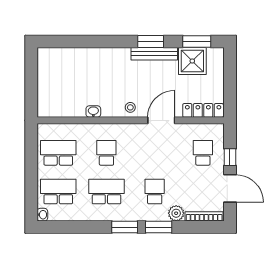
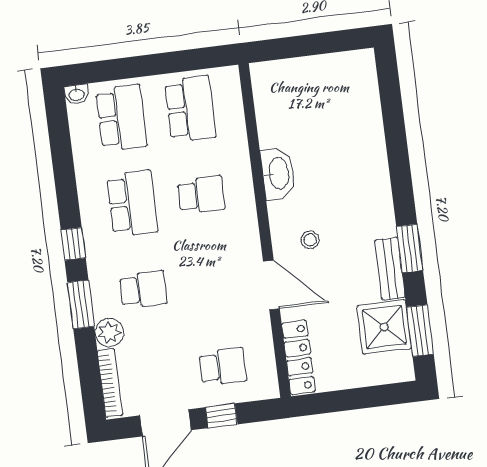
bench: (154, 54) -> (390, 269), width x0.73
stool: (130, 107) -> (310, 240), moved
washbasin: (93, 112) -> (278, 173), width x1.91, depth x1.45
window: (125, 227) -> (73, 244), width x0.67

